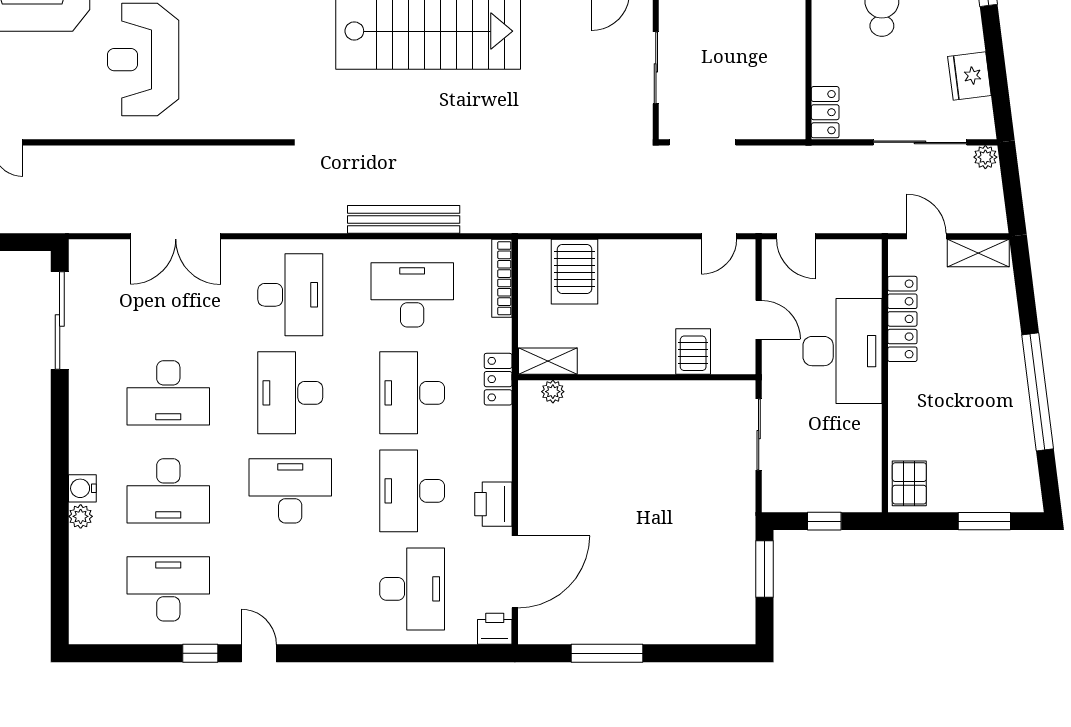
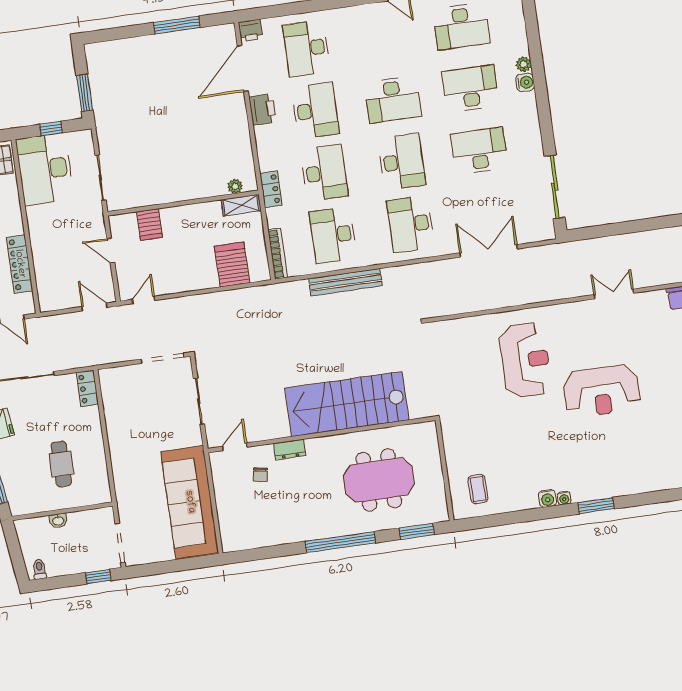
desk: (412, 295) -> (333, 235), turned 90
desk: (843, 351) -> (45, 169), moved

